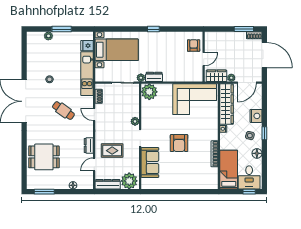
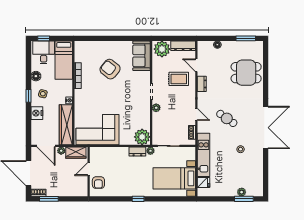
window: (62, 29) -> (244, 199), moved
door: (247, 83) -> (46, 146), swing flipped
armchair: (179, 143) -> (110, 69), moved, turned -51
sofa: (150, 162) -> (141, 56), moved
door: (94, 164) -> (196, 65), swing flipped

